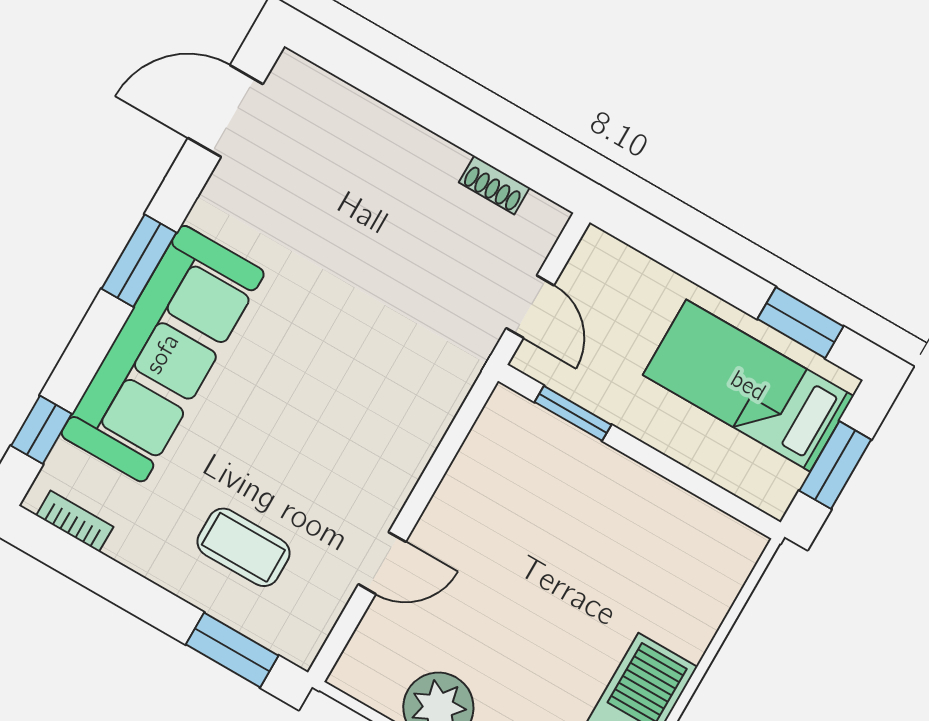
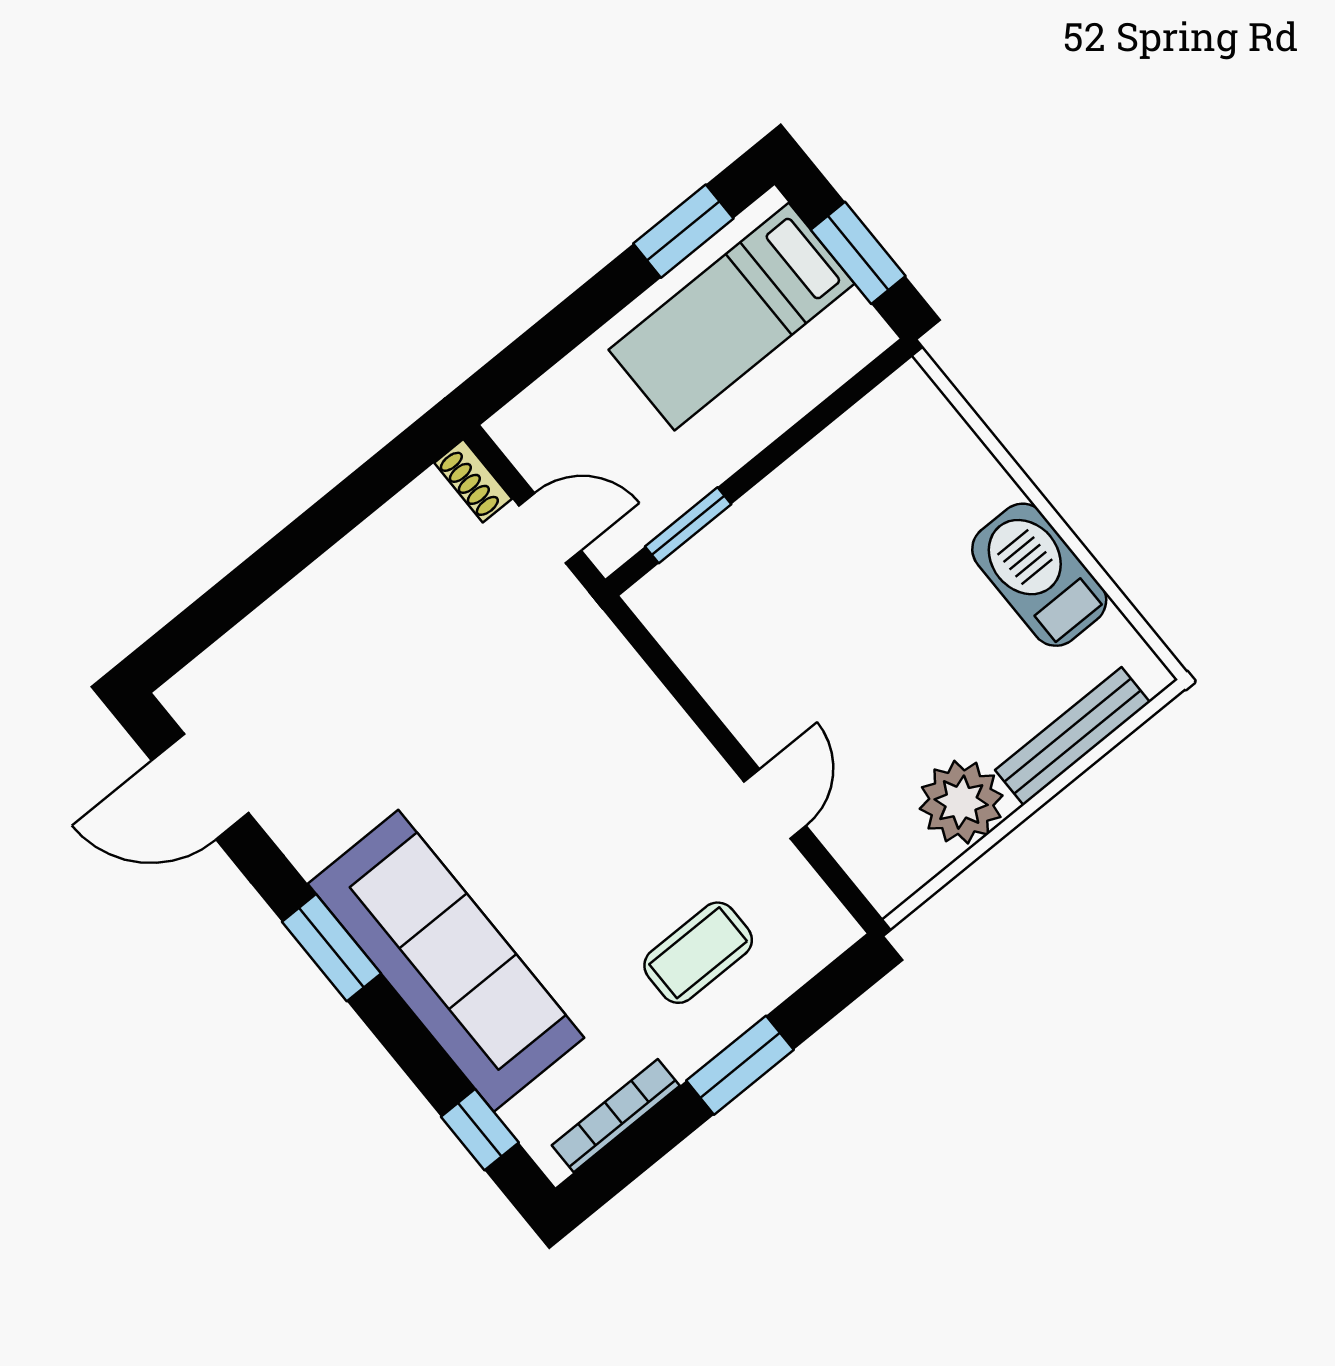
door: (225, 111) -> (200, 787), hinge flipped
shoe rack: (494, 185) -> (473, 481), moved, turned 90
bookcase: (75, 521) -> (616, 1116), width x1.56
window: (232, 650) -> (740, 1065), moved

